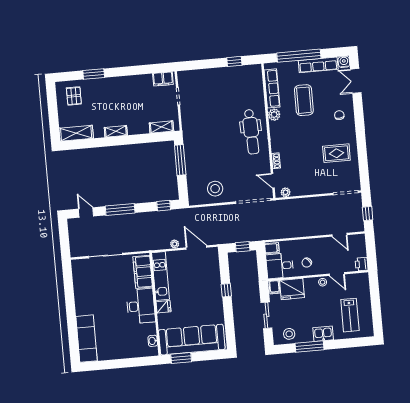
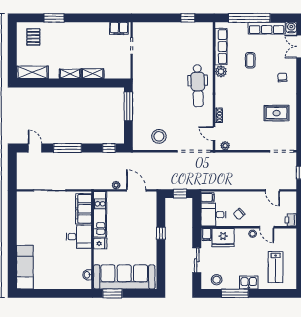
coffee table: (304, 100) -> (250, 60), width x0.54, depth x0.58
shelving: (161, 127) -> (93, 74), moved
desk: (141, 306) -> (79, 237), width x0.73

